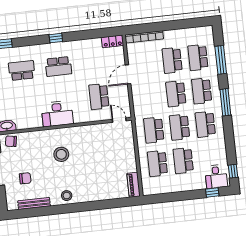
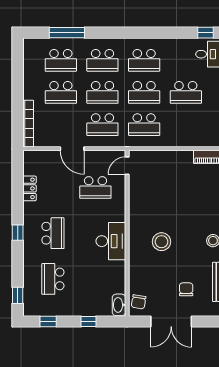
locker: (112, 41) -> (29, 188), moved
window: (225, 102) -> (120, 33), removed
school desk: (157, 163) -> (102, 125), moved

